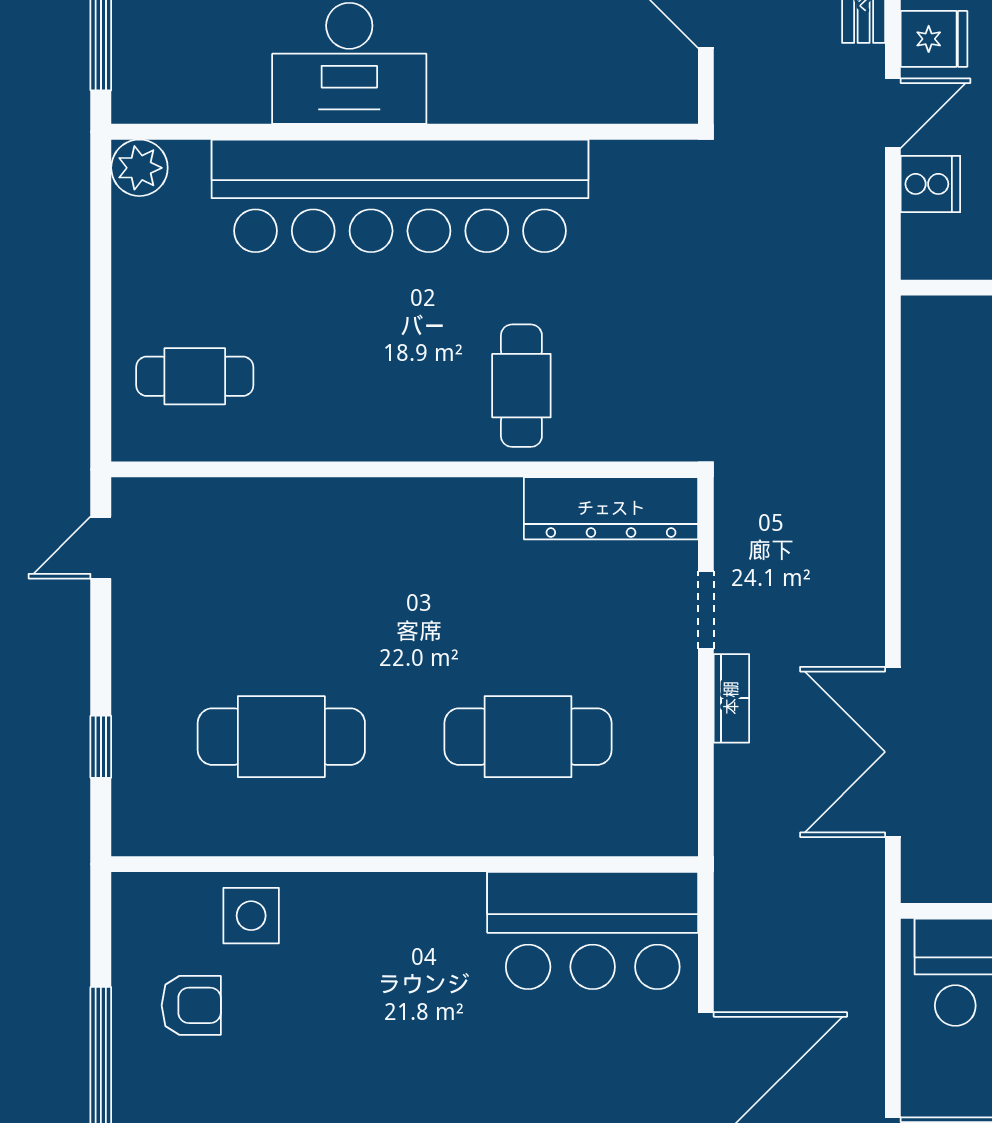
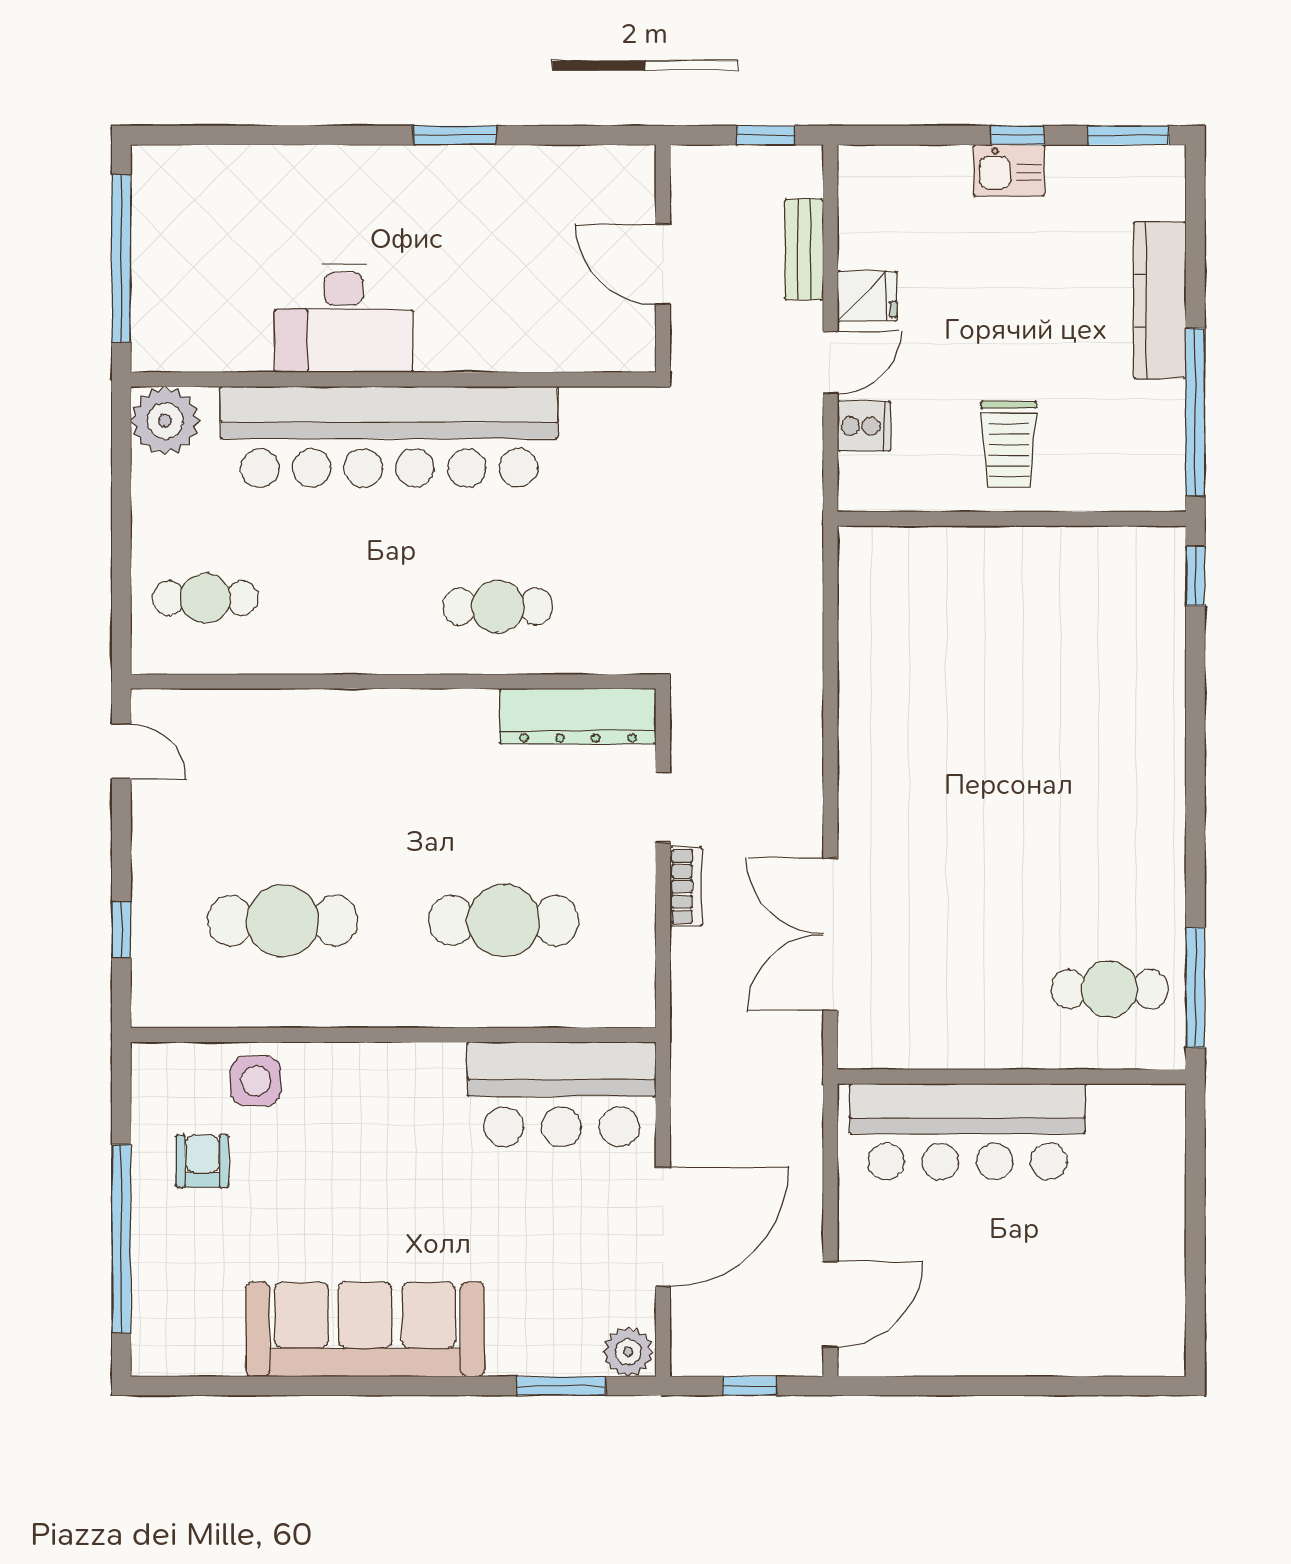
plant: (139, 168) -> (165, 421), width x1.36, depth x1.36
cafe table: (521, 386) -> (498, 607), turned 90
door: (101, 548) -> (121, 752), swing flipped
armchair: (191, 1005) -> (202, 1161), turned -90

